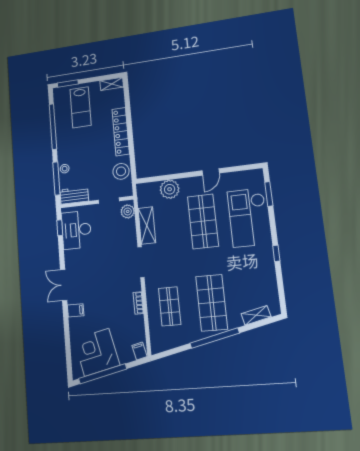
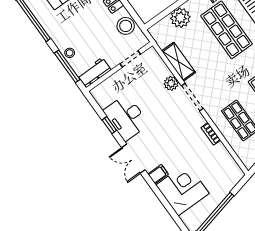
plant: (128, 211) -> (171, 83), moved
window: (60, 228) -> (109, 125), moved
desk: (76, 230) -> (126, 117), moved
filing cabinet: (139, 351) -> (236, 174), removed
corner desk: (97, 352) -> (182, 189), moved, turned 103

